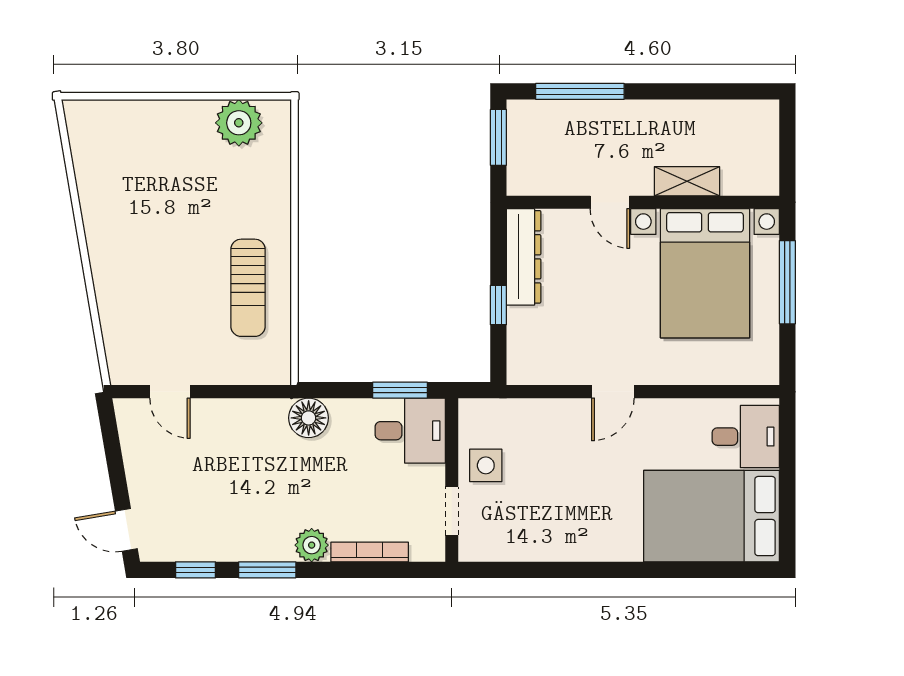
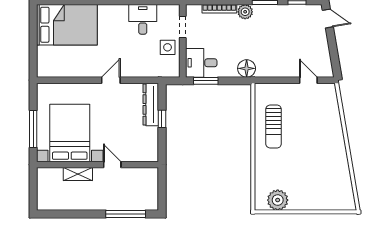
window: (498, 137) -> (162, 194), removed
dresser: (524, 257) -> (151, 105), moved
sun lounger: (248, 288) -> (274, 126), turned 180
desk: (746, 437) -> (143, 19), moved, turned 90

